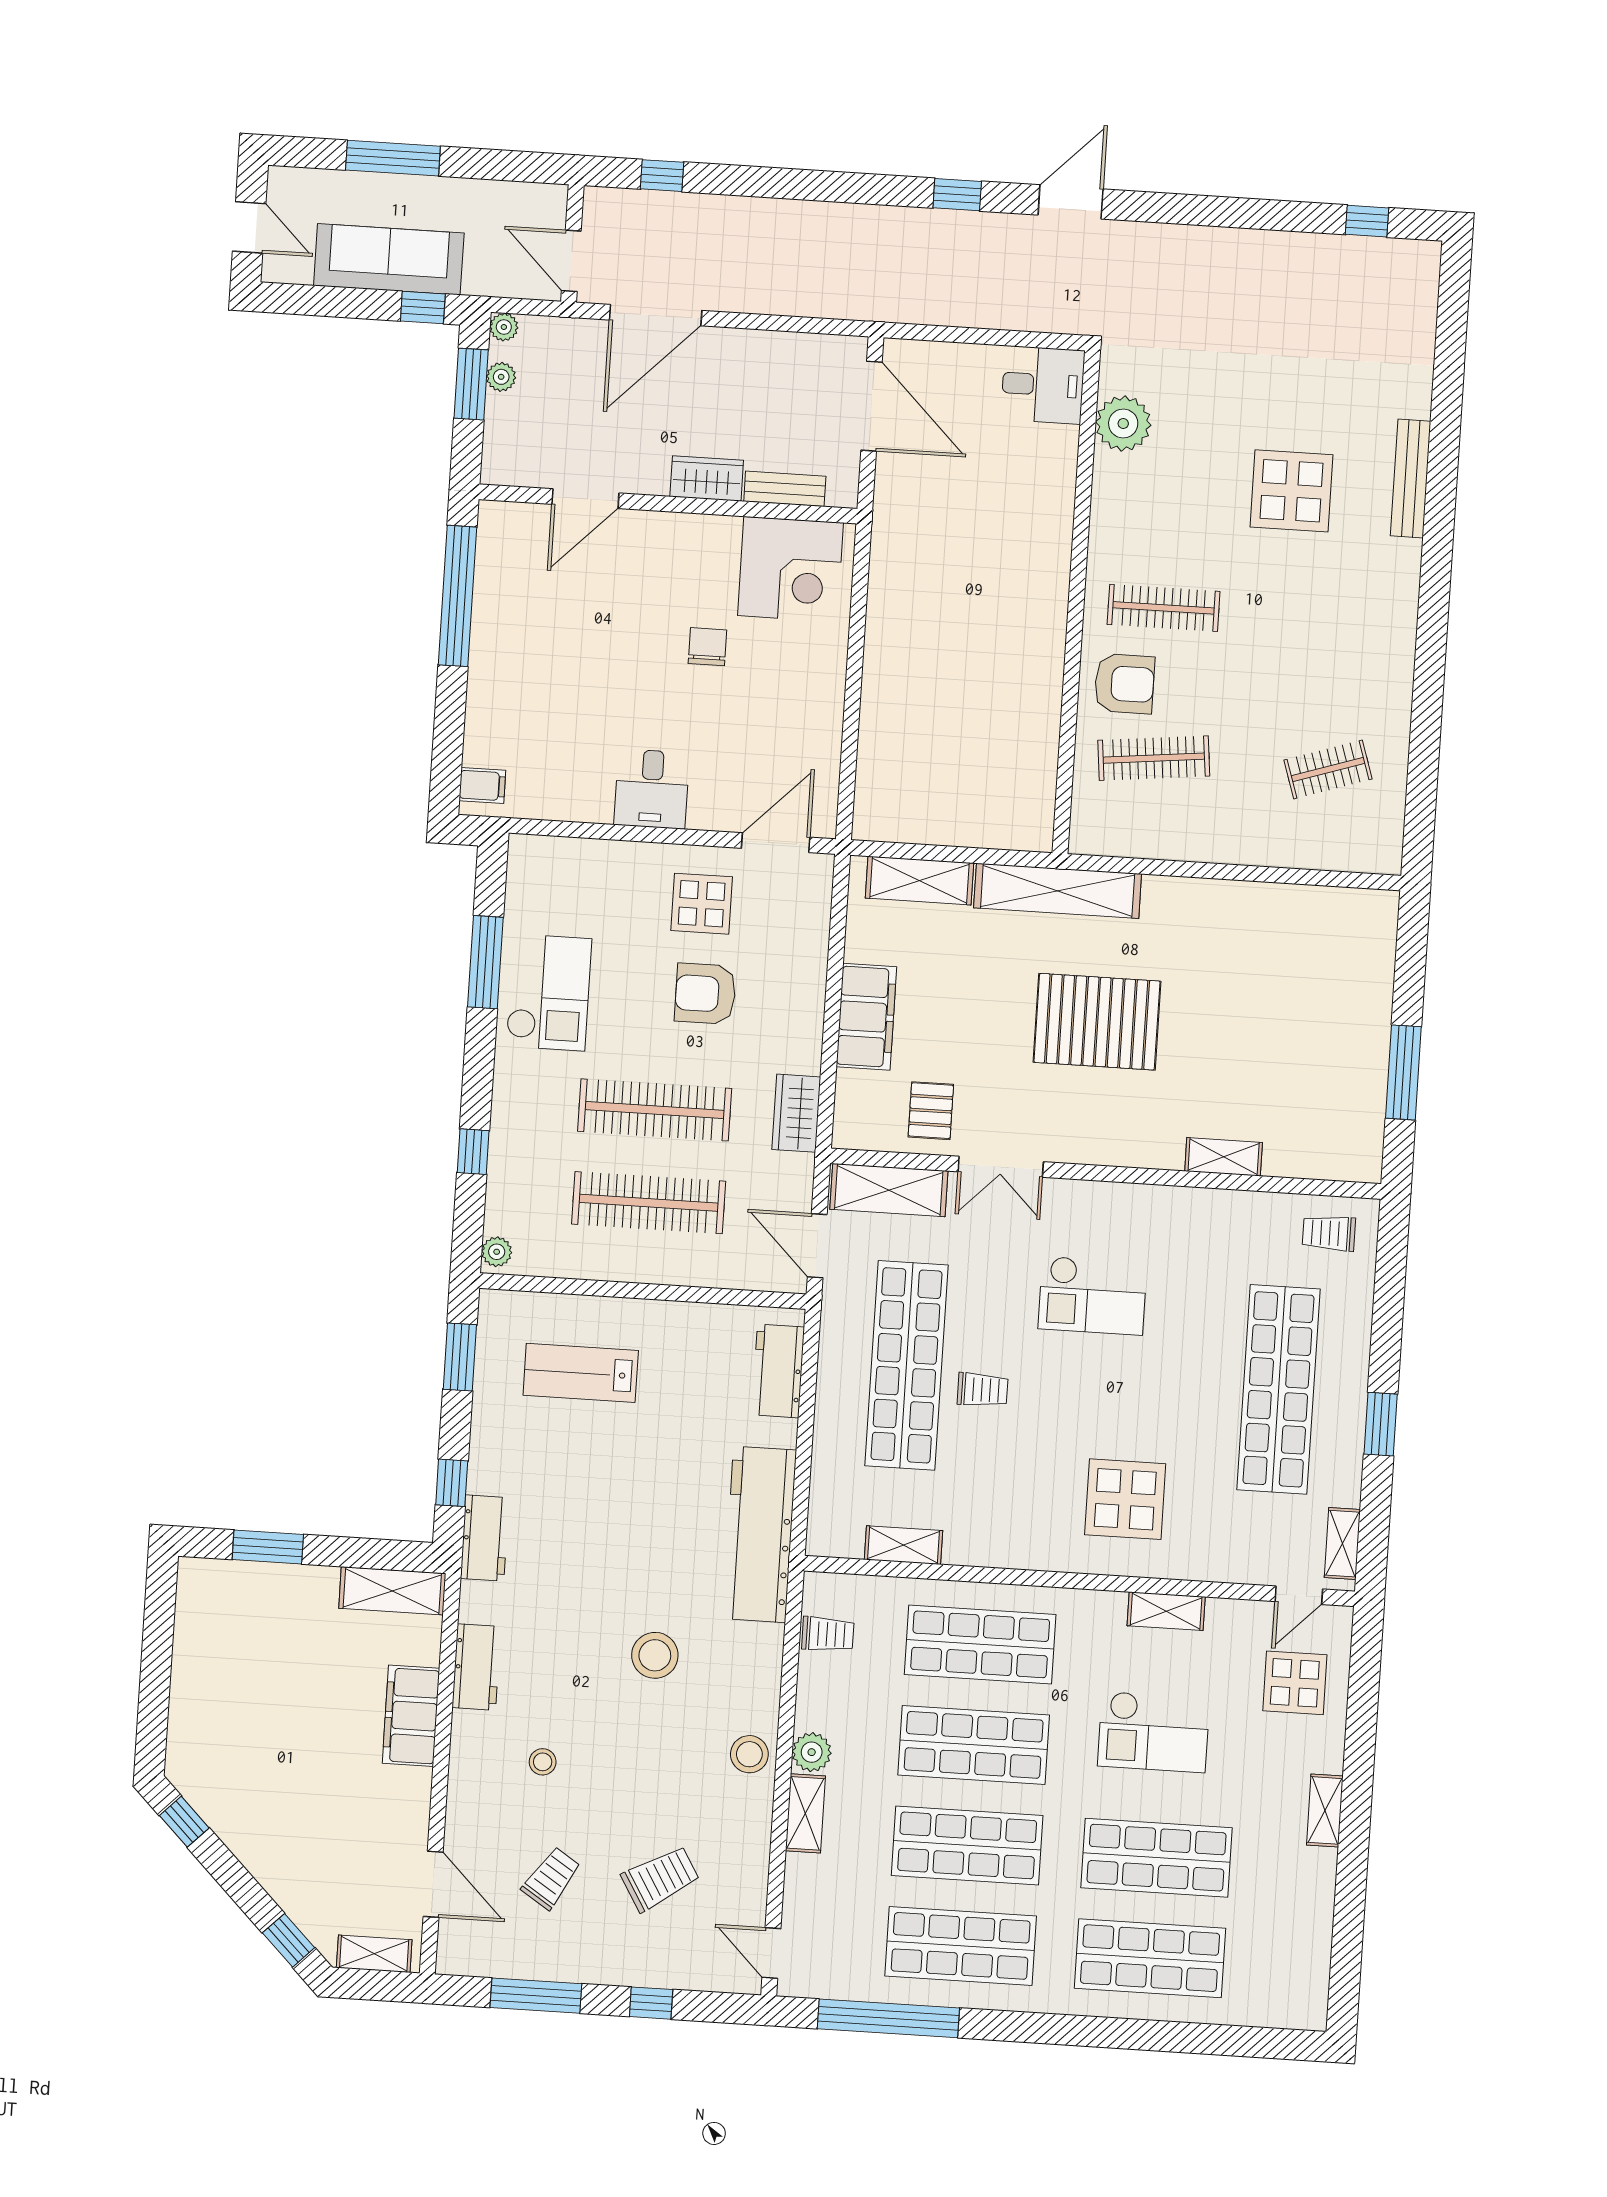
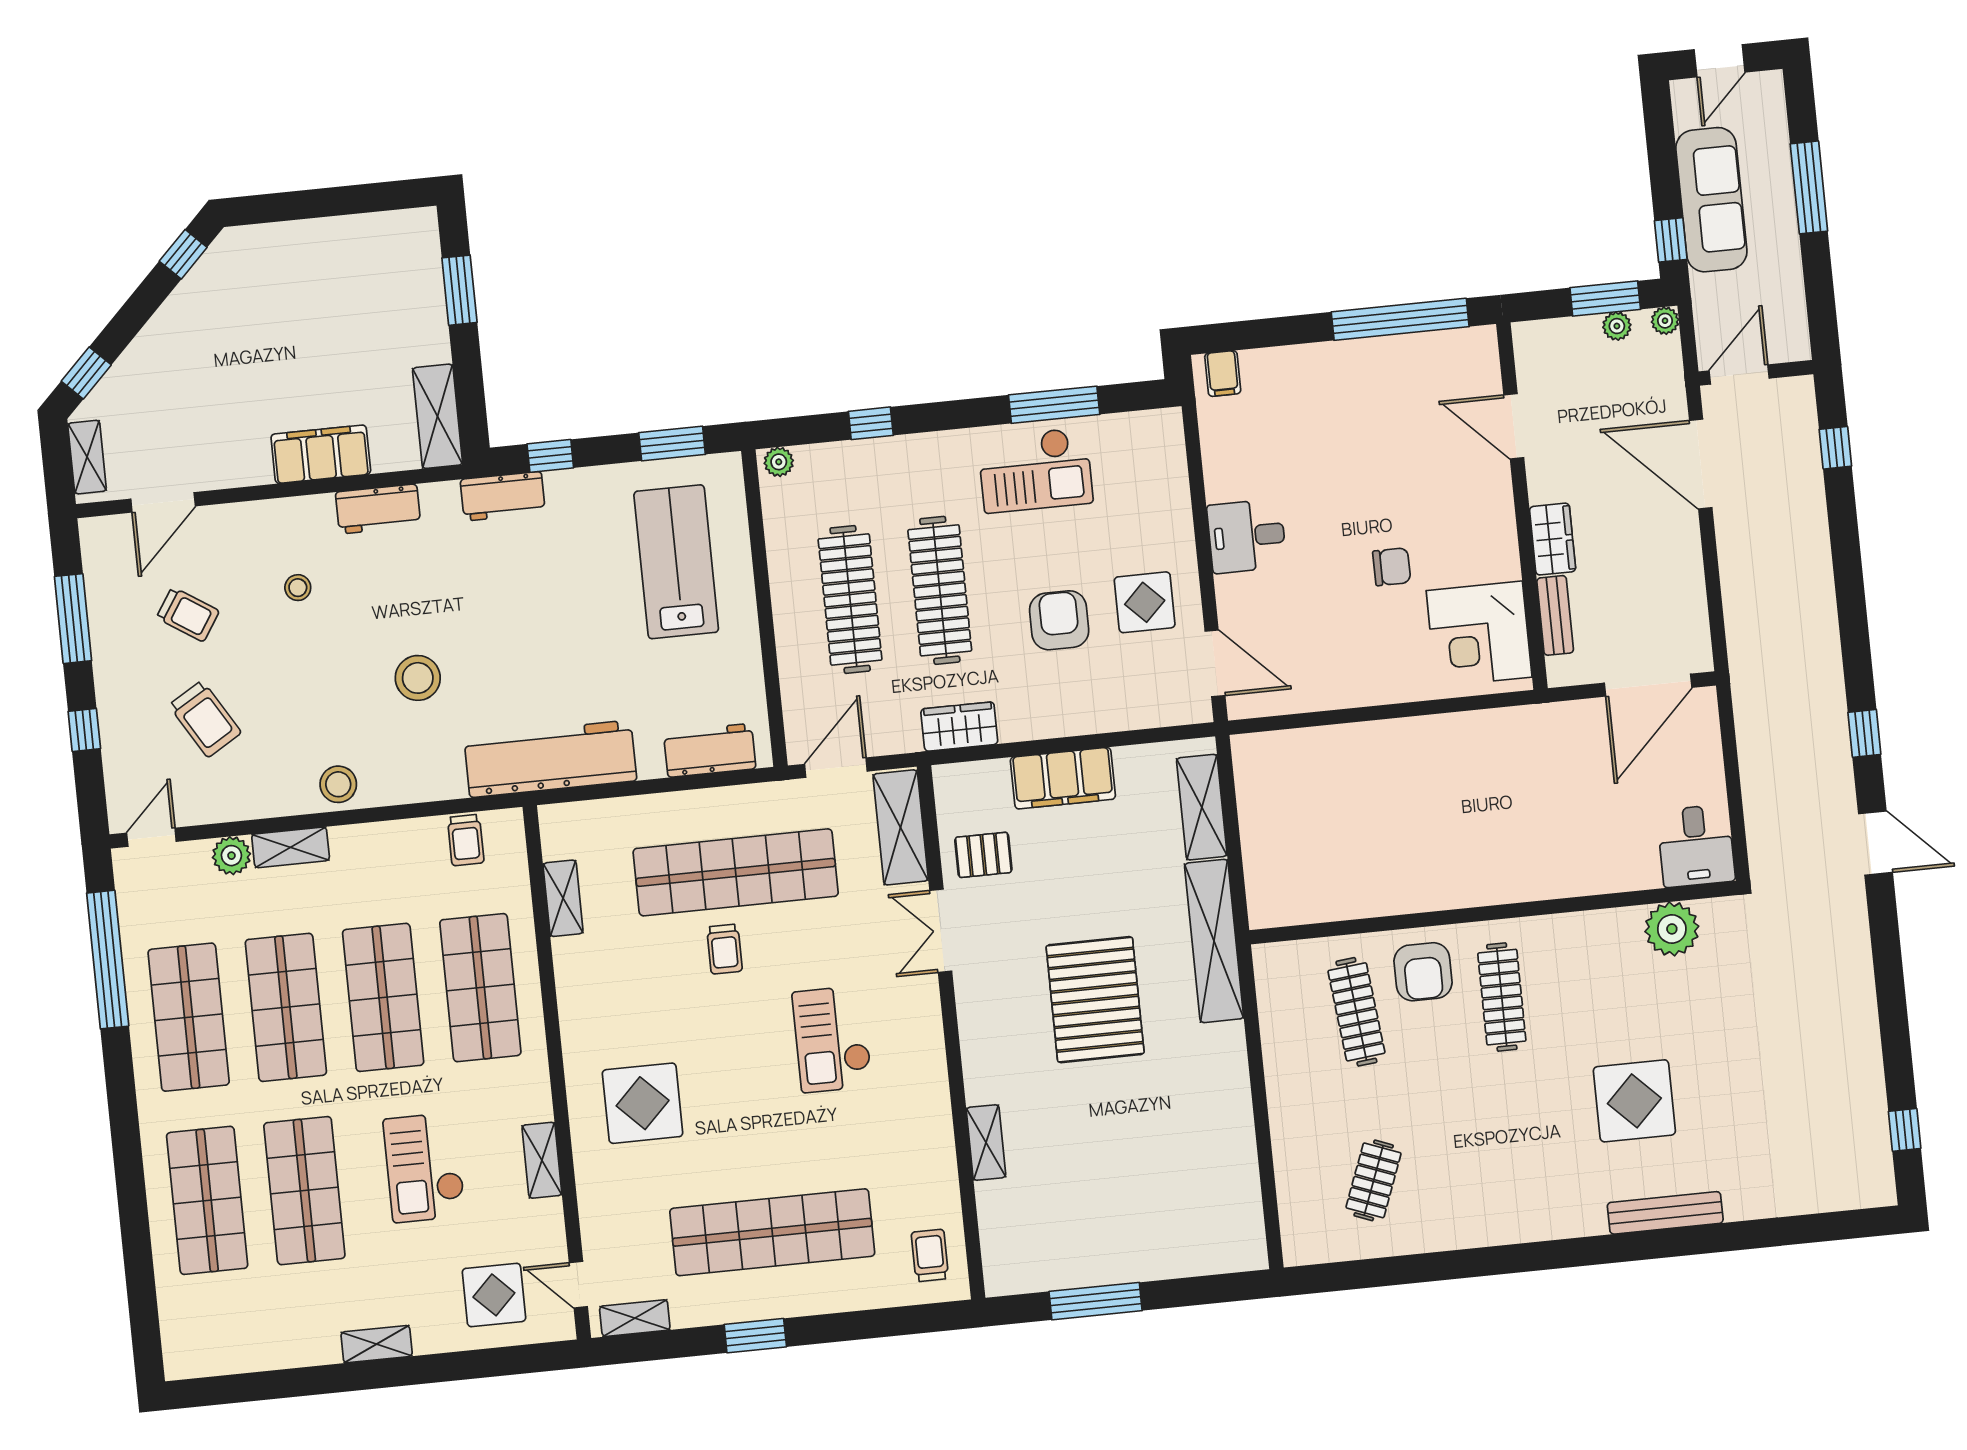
clothes rail: (1328, 769) -> (1374, 1180), turned 39
lab bench: (581, 1373) -> (676, 562), width x1.36, depth x1.39
plant: (812, 1752) -> (231, 856), moved

